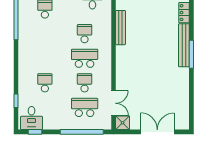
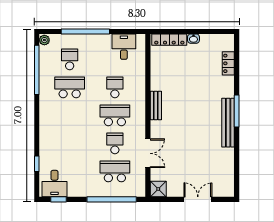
bench: (120, 28) -> (156, 105), moved, width x0.73
bench: (184, 45) -> (228, 123), moved
school desk: (45, 83) -> (70, 87), moved, width x1.85
double door: (113, 103) -> (148, 153), moved
double door: (157, 132) -> (198, 199), width x0.73

